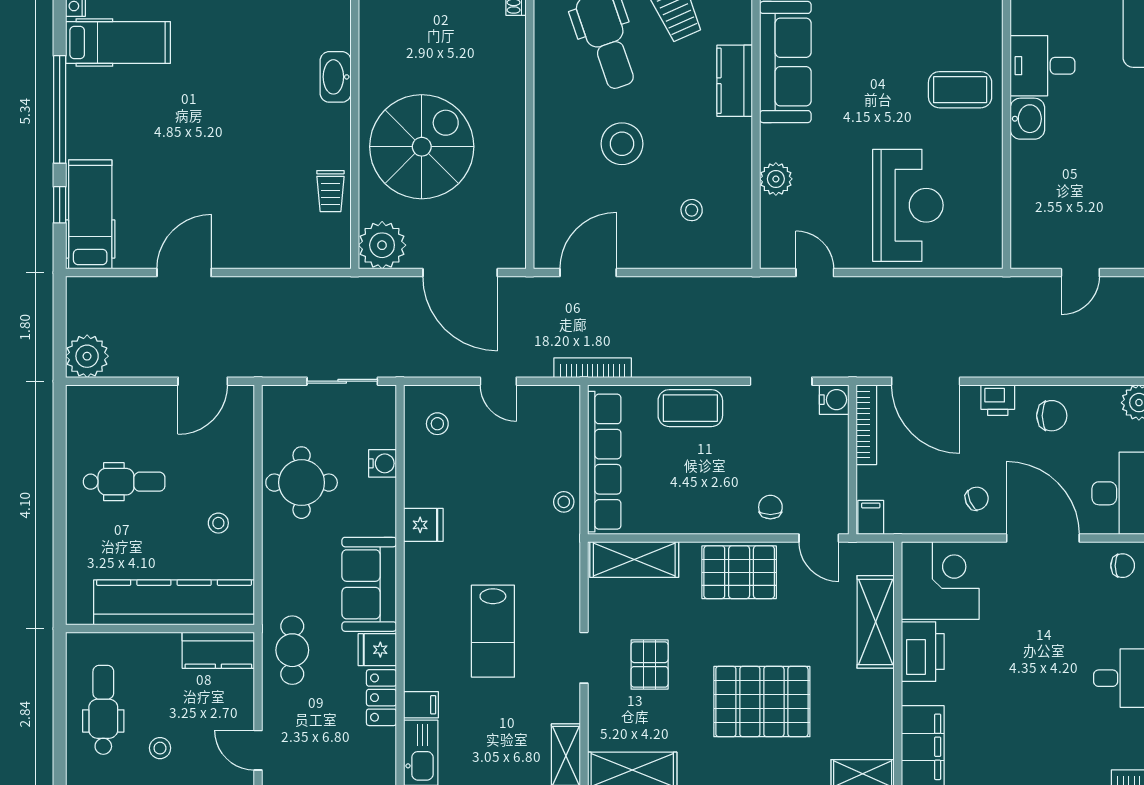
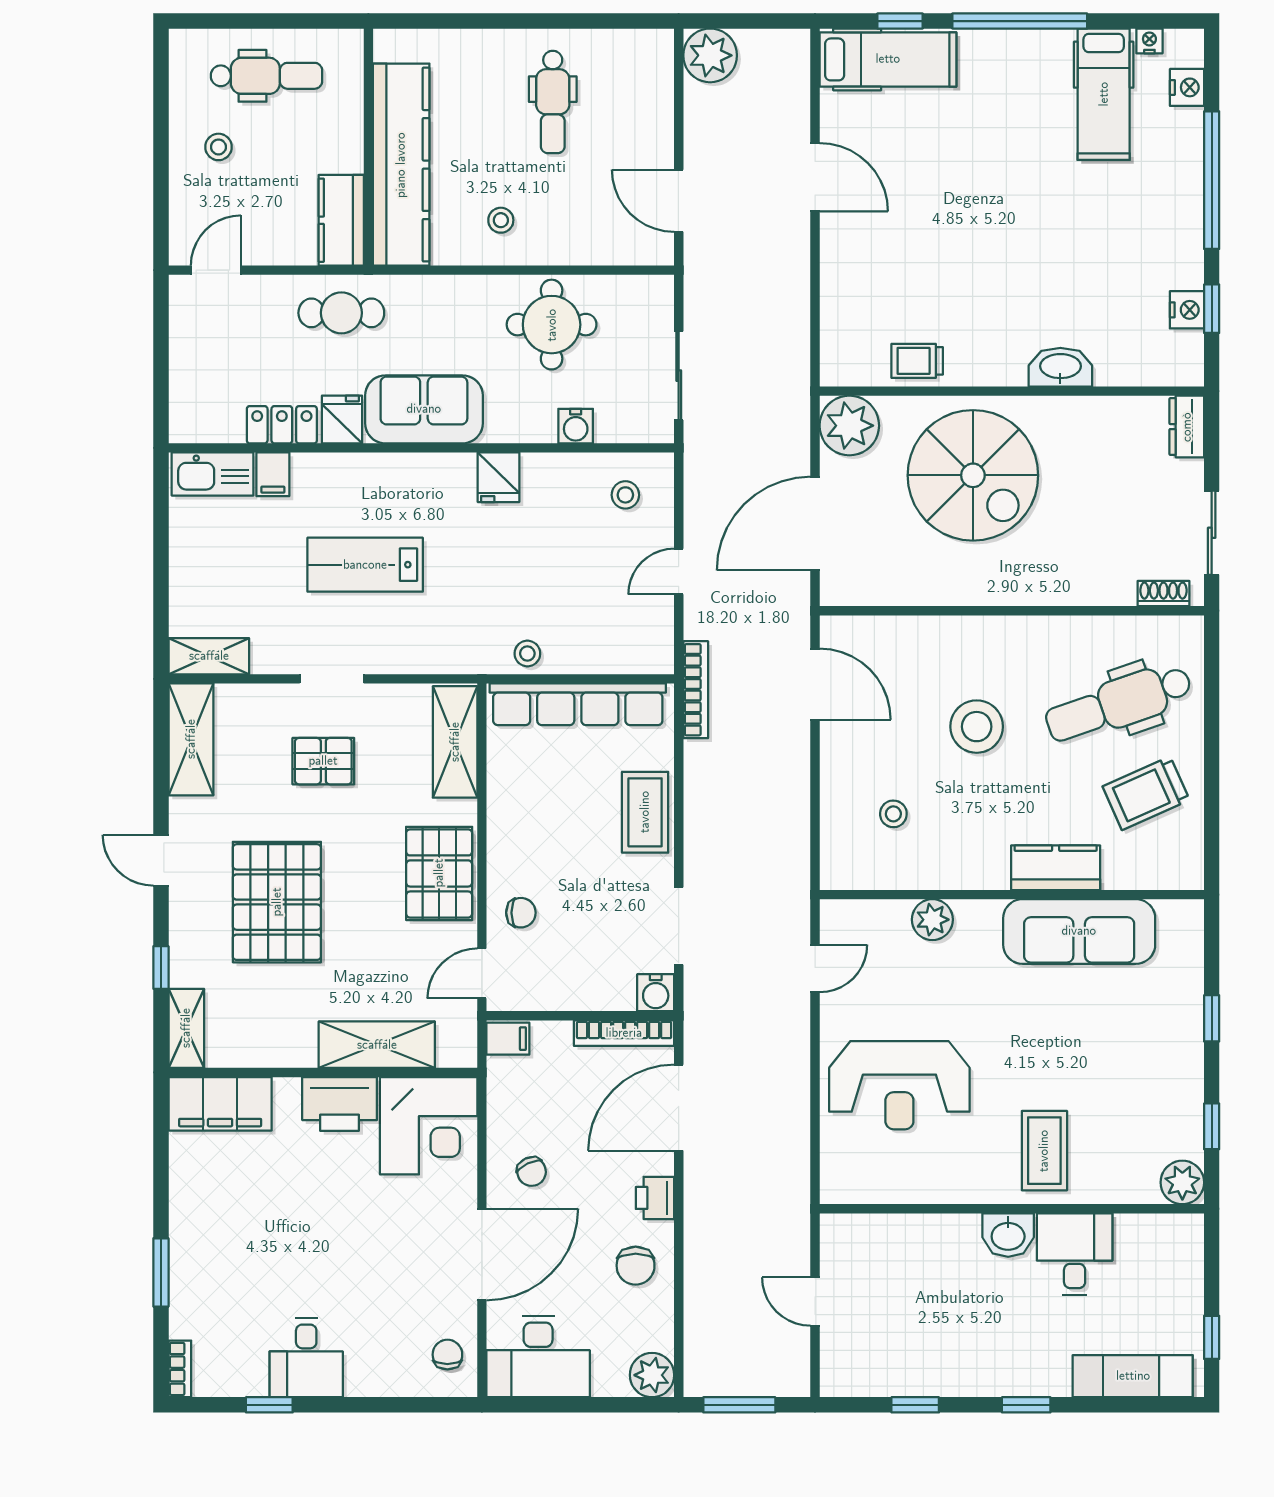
chair: (1123, 566) -> (447, 1355), turned 180

